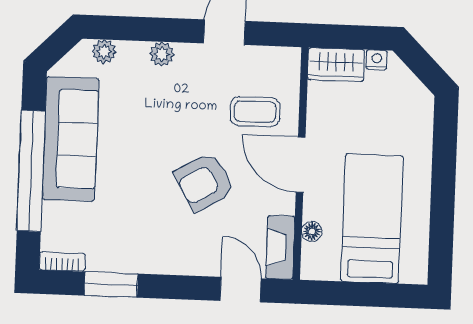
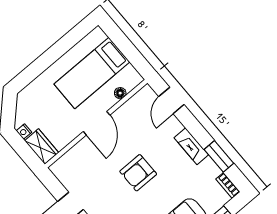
coffee table: (255, 112) -> (92, 162), removed
armchair: (204, 182) -> (138, 173), moved, turned 120
fireplace: (280, 247) -> (191, 146), moved, turned 90

